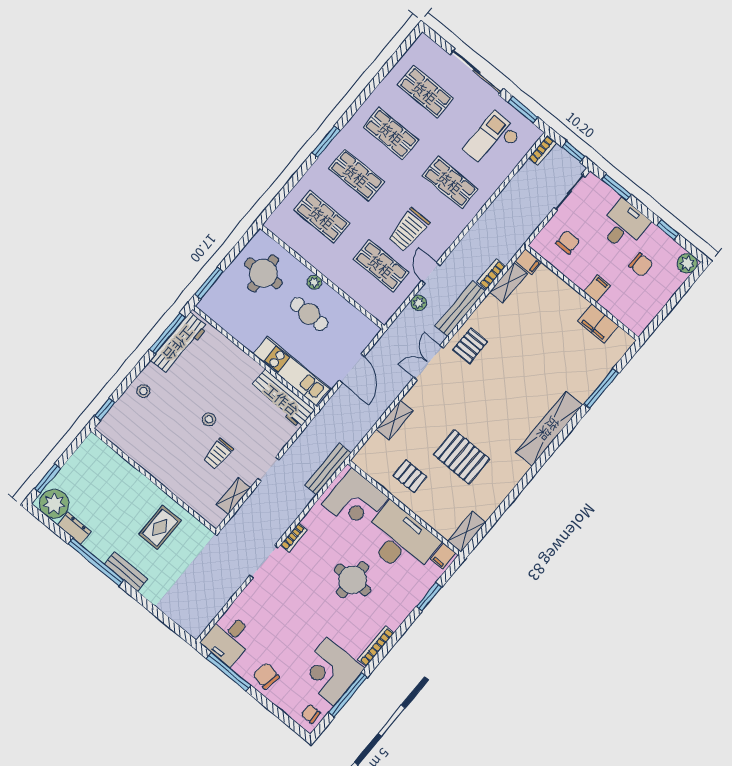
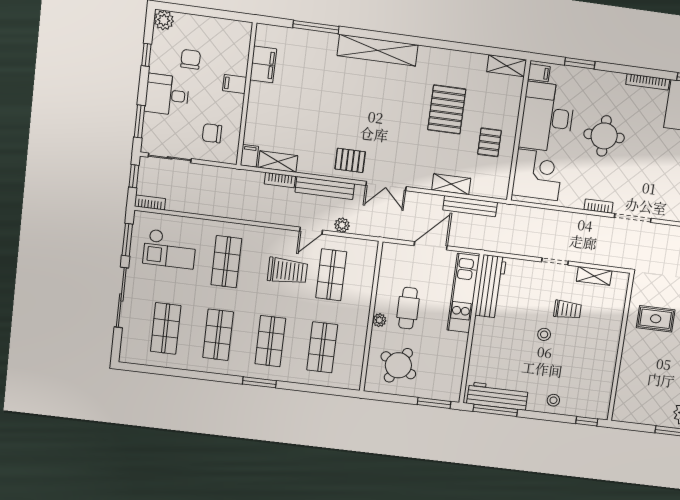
round table: (263, 273) -> (398, 365), turned 32
bench: (328, 469) -> (470, 206), moved

